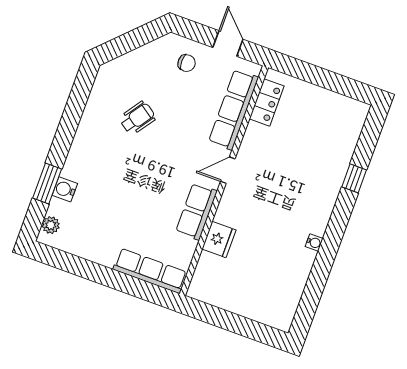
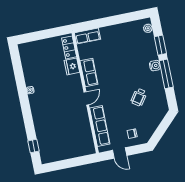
locker: (267, 102) -> (69, 47), moved
window: (67, 129) -> (166, 74), added
window: (354, 178) -> (34, 146), moved
water cooler: (65, 189) -> (155, 66), moved
row of seats: (150, 271) -> (87, 36), width x0.68

